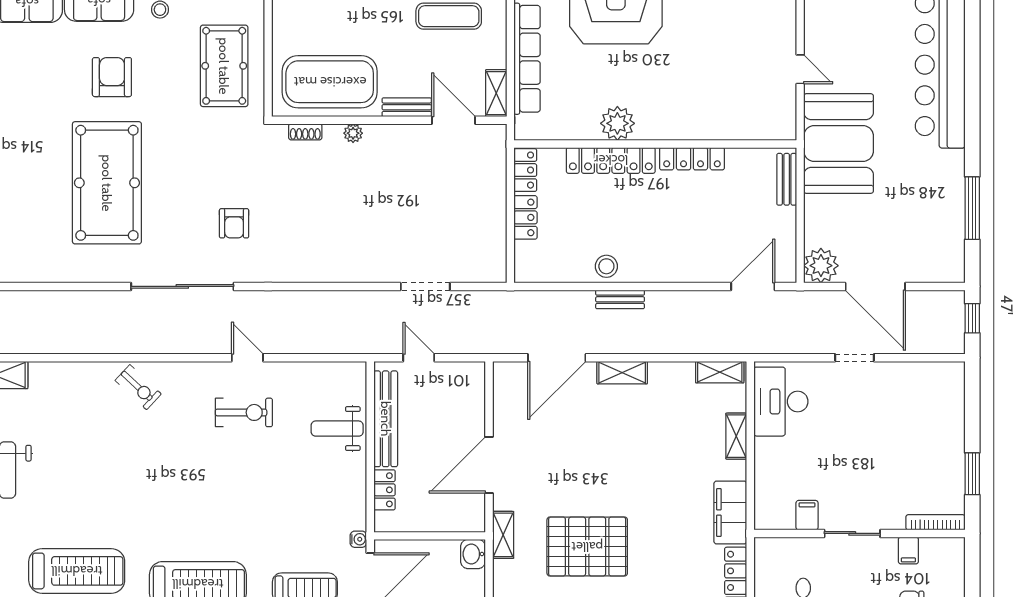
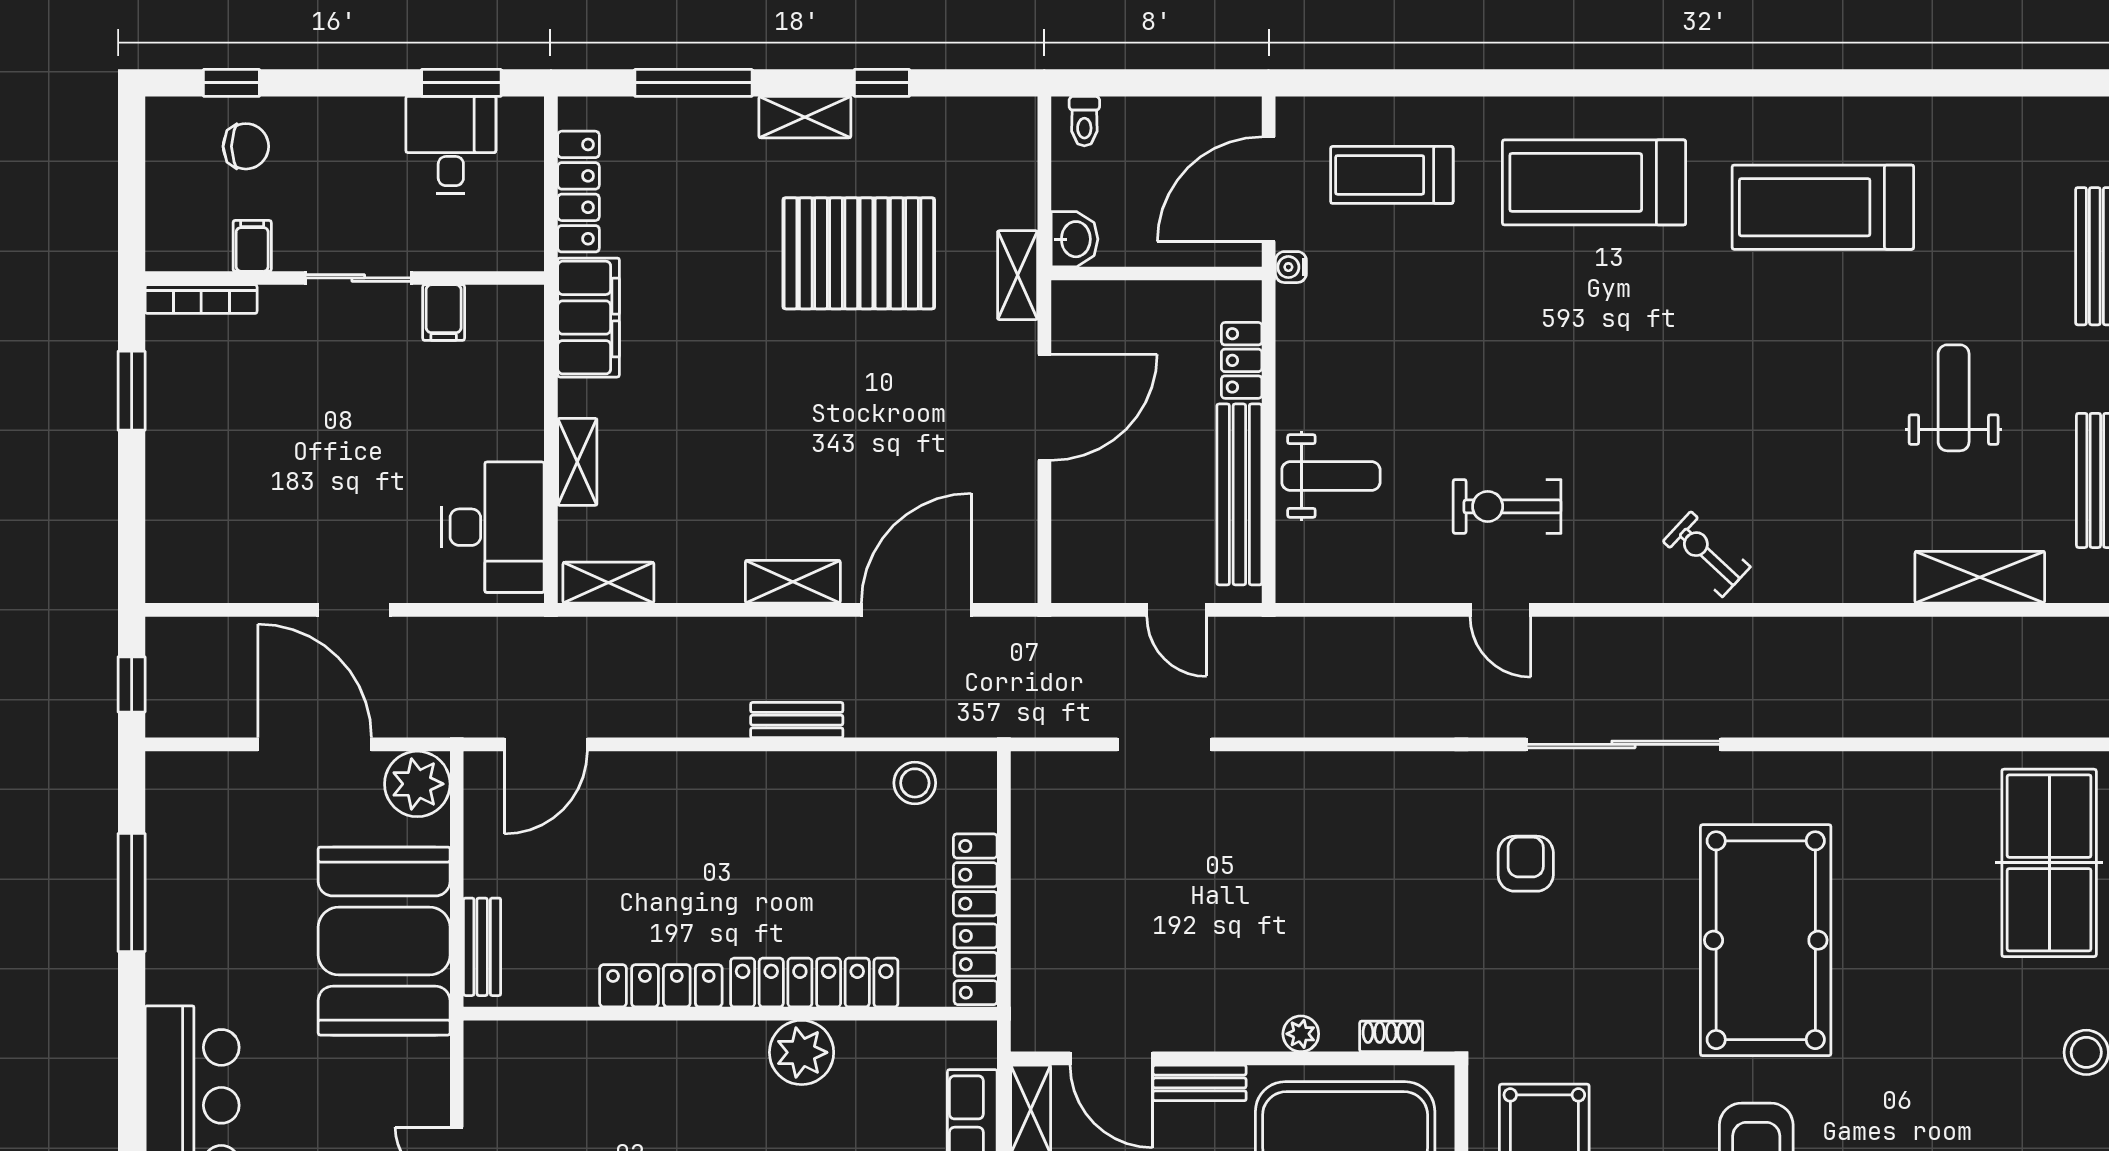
booth: (839, 144) -> (384, 941), moved
stool: (606, 266) -> (915, 783), moved

